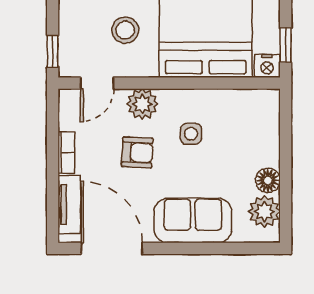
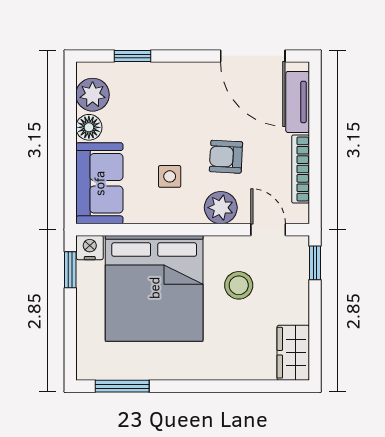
door: (97, 83) -> (268, 230), hinge flipped
bookcase: (66, 152) -> (301, 169), width x1.56
sofa: (193, 221) -> (99, 183), moved, turned -90
window: (226, 248) -> (132, 56), added

